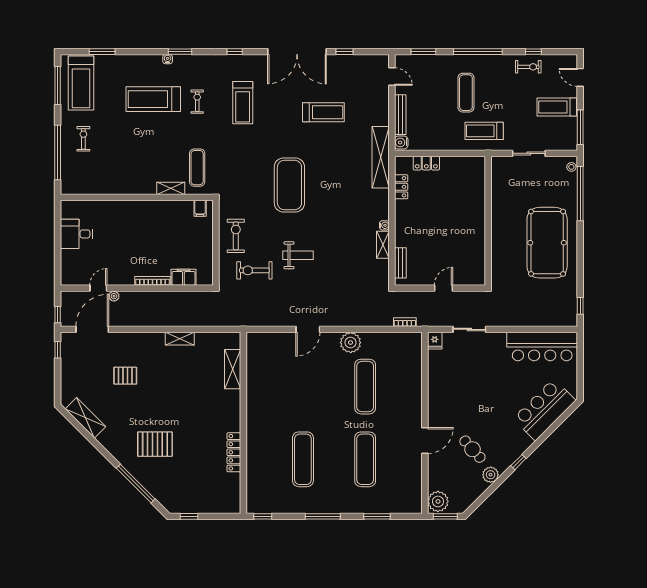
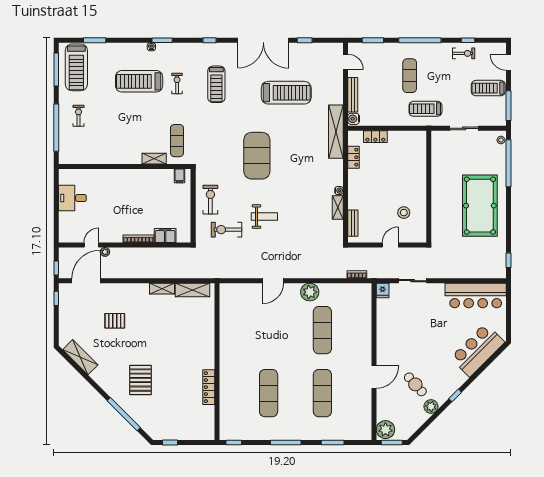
treadmill: (323, 112) -> (286, 93), width x1.37, depth x1.38
stool: (459, 251) -> (404, 213), added
shelving: (233, 369) -> (192, 290), moved, turned 90
pallet: (155, 444) -> (140, 380), turned 90

